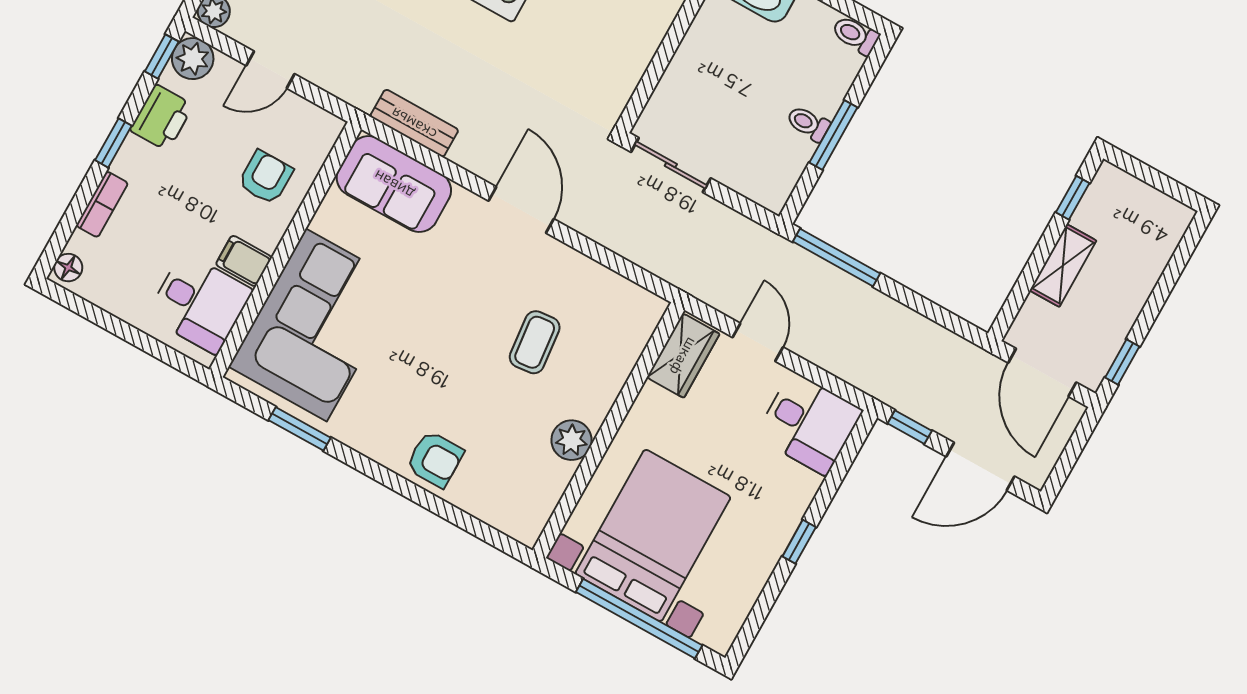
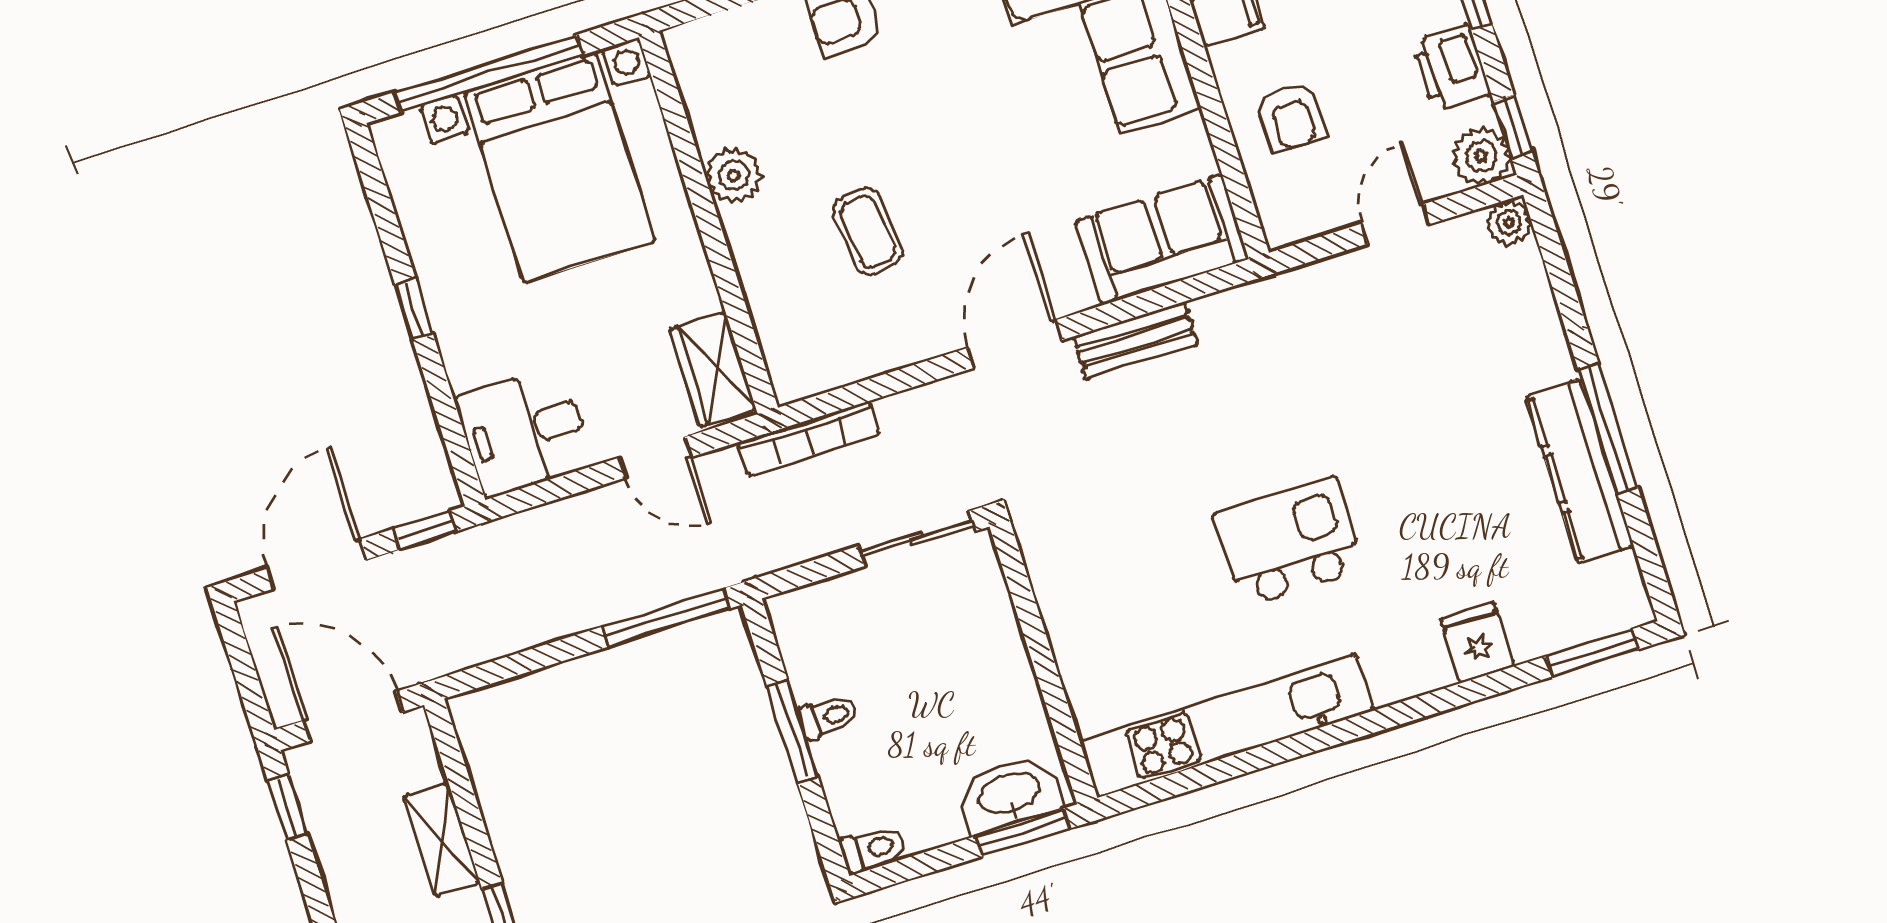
bench: (414, 123) -> (1135, 340), moved
door: (521, 210) -> (1015, 344), swing flipped
bookcase: (672, 271) -> (809, 438), added

